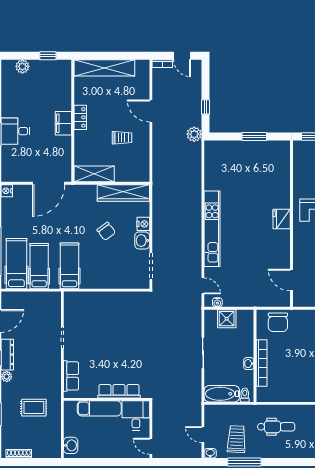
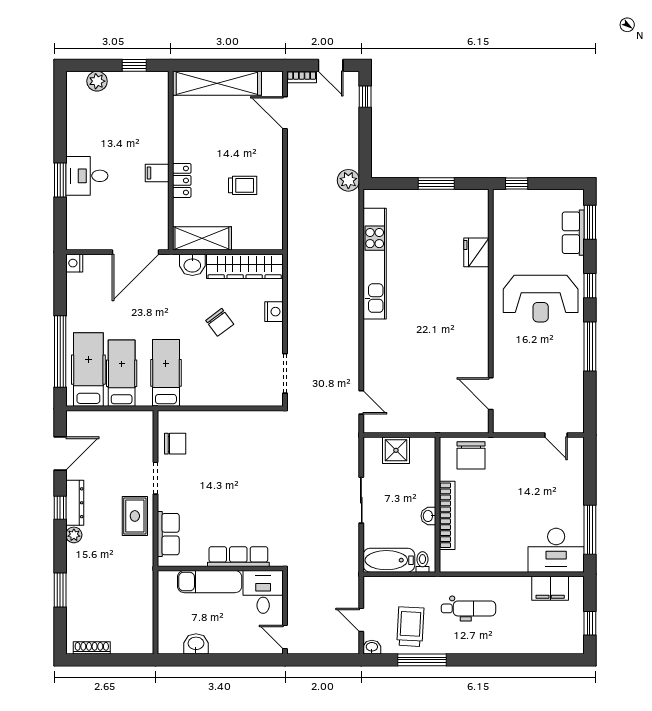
window: (206, 107) -> (365, 97), moved
door: (151, 111) -> (285, 113), moved
locker: (80, 117) -> (182, 180), moved
filing cabinet: (63, 123) -> (157, 173), width x0.50
fridge: (282, 219) -> (476, 252), moved
kitchen unit: (212, 229) -> (375, 264), moved
washbasin: (142, 240) -> (192, 265), moved, turned -90
water cooler: (217, 302) -> (382, 426), removed
chair: (76, 314) -> (175, 444), added
rug: (34, 408) -> (135, 516), moved, turned 90
washbasin: (71, 445) -> (196, 644), moved, turned -90

